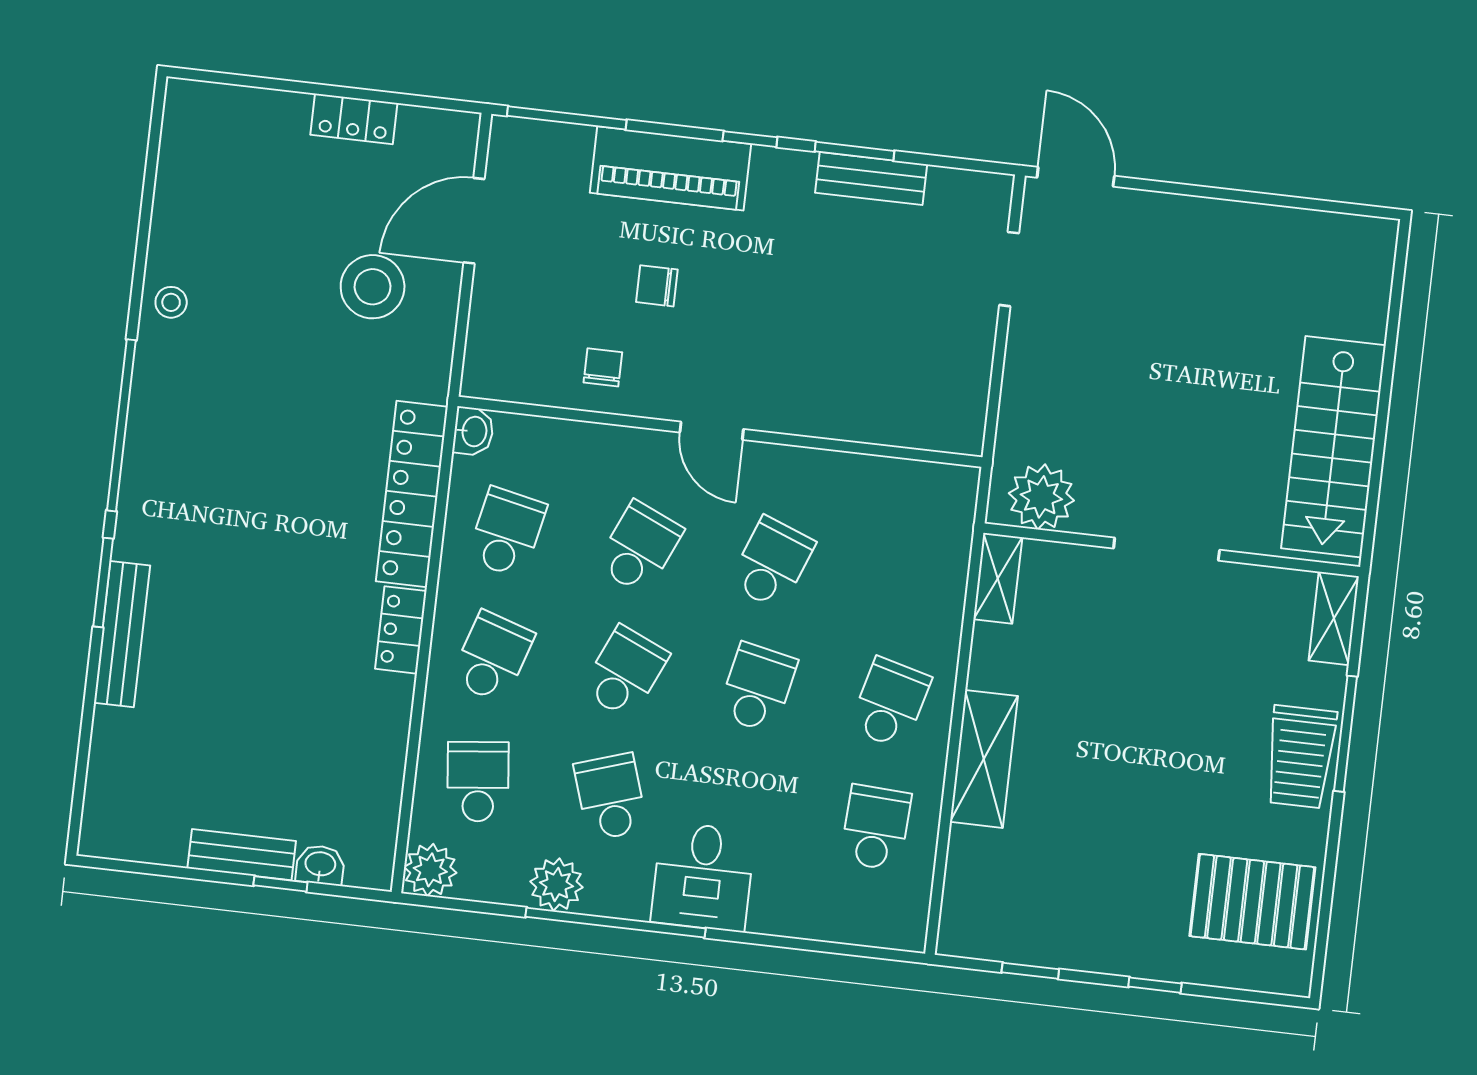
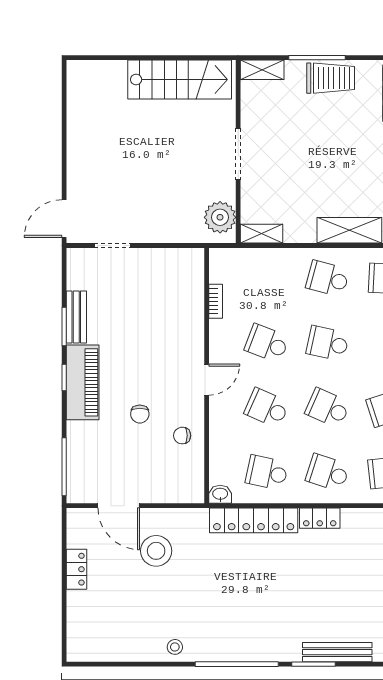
piano: (670, 168) -> (83, 382), moved
bookcase: (870, 468) -> (216, 301), added

